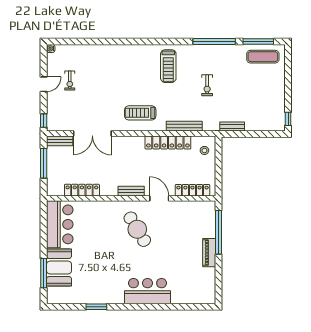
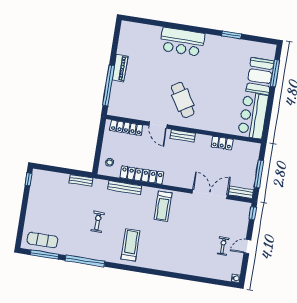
treadmill: (140, 113) -> (163, 206), turned 90
locker: (82, 190) -> (222, 143), width x0.66

